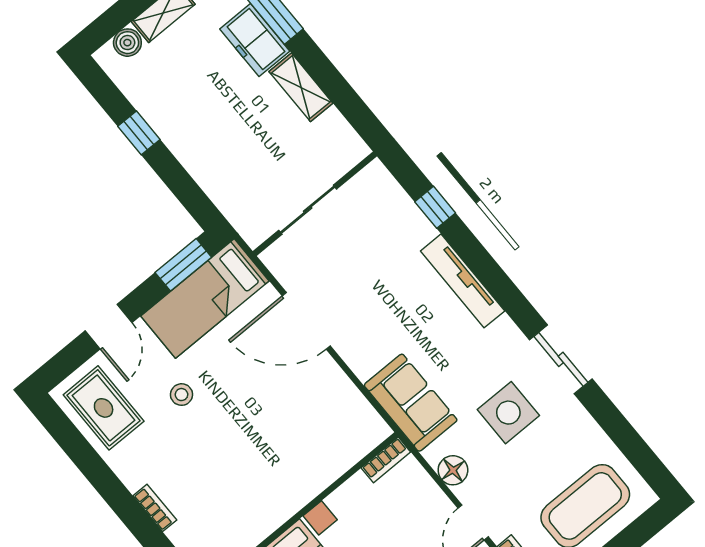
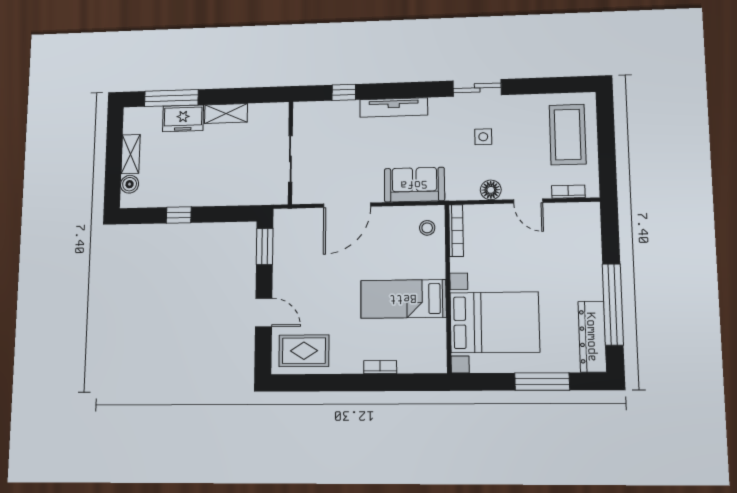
bed: (205, 298) -> (403, 299), moved, turned 90
stool: (181, 395) -> (427, 228), moved
sofa: (411, 403) -> (414, 185), moved
side table: (508, 413) -> (483, 137), width x0.54, depth x0.54
bookcase: (386, 460) -> (456, 231), width x1.56

